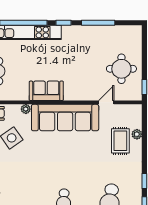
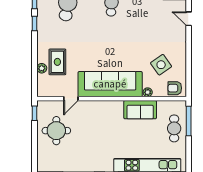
sofa: (46, 91) -> (140, 110), moved

